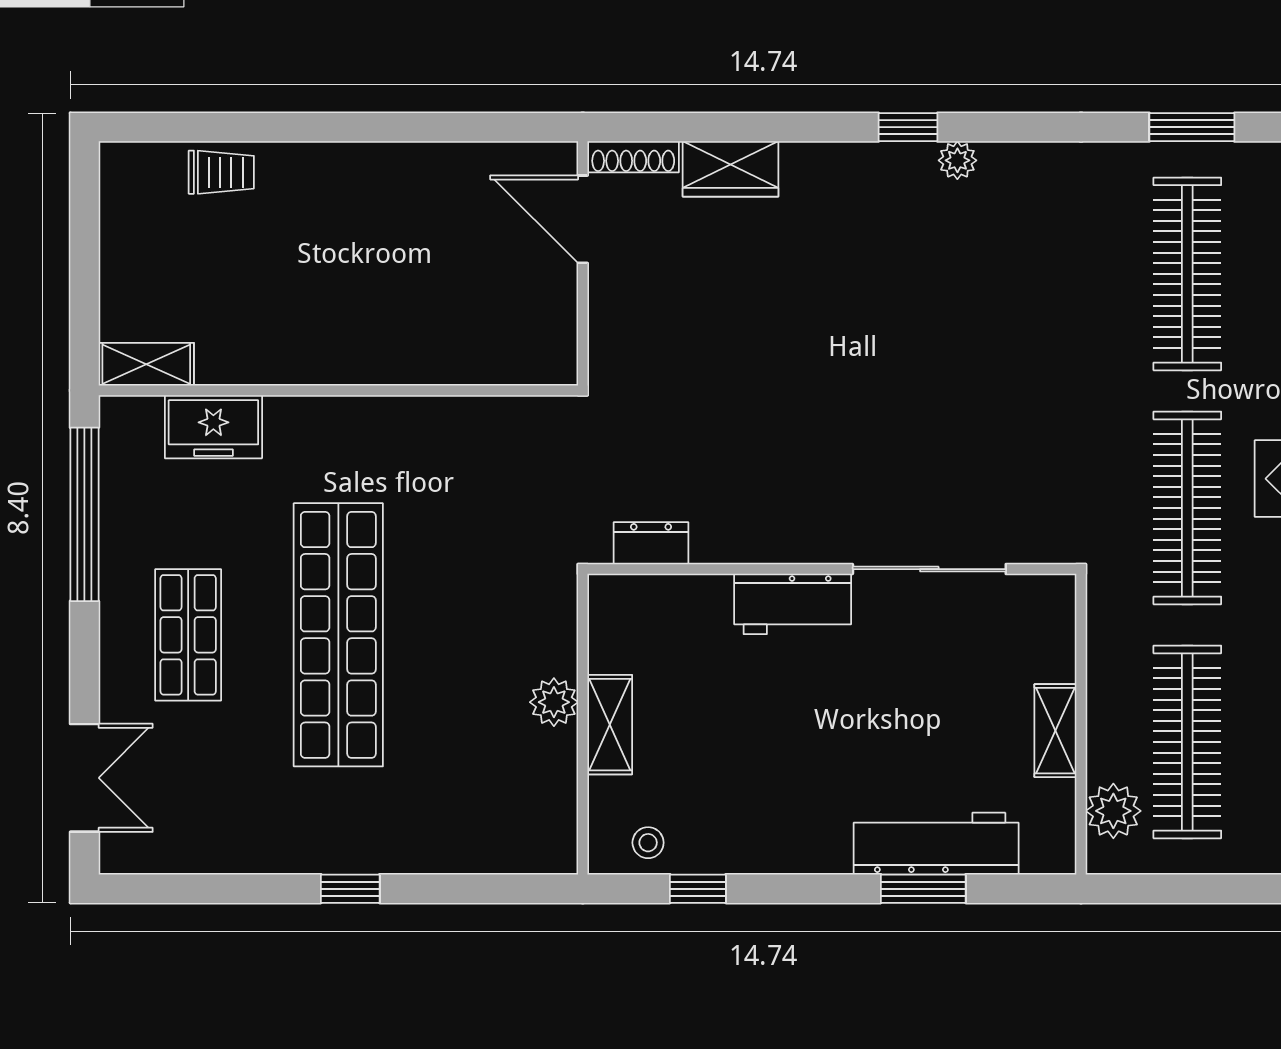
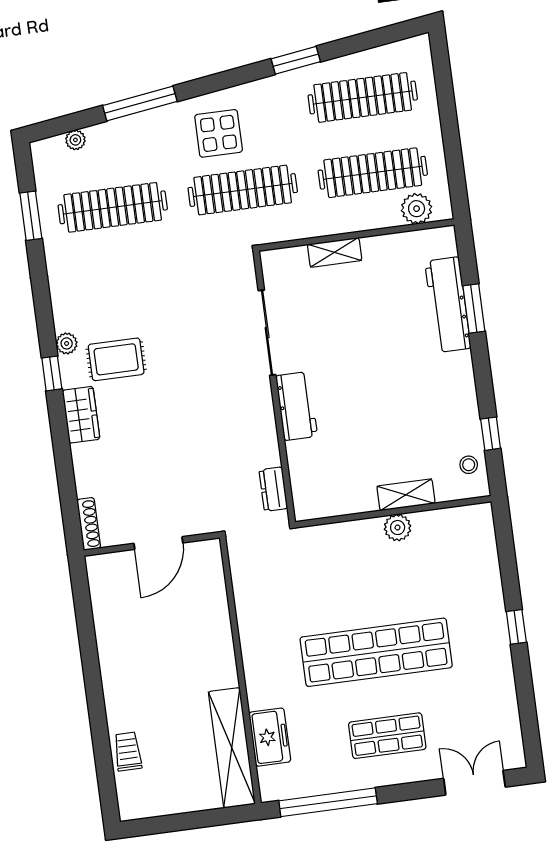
wardrobe: (730, 169) -> (81, 415), moved
door: (583, 219) -> (158, 543), moved
rug: (918, 244) -> (116, 359), added
shelving: (146, 364) -> (232, 748), width x2.20, depth x1.33
dresser: (651, 543) -> (273, 489), moved
wall: (832, 569) -> (274, 387), moved
sliding door: (929, 569) -> (267, 333), moved
workbench: (793, 604) -> (297, 406), moved
shelving: (1055, 731) -> (335, 252), moved

